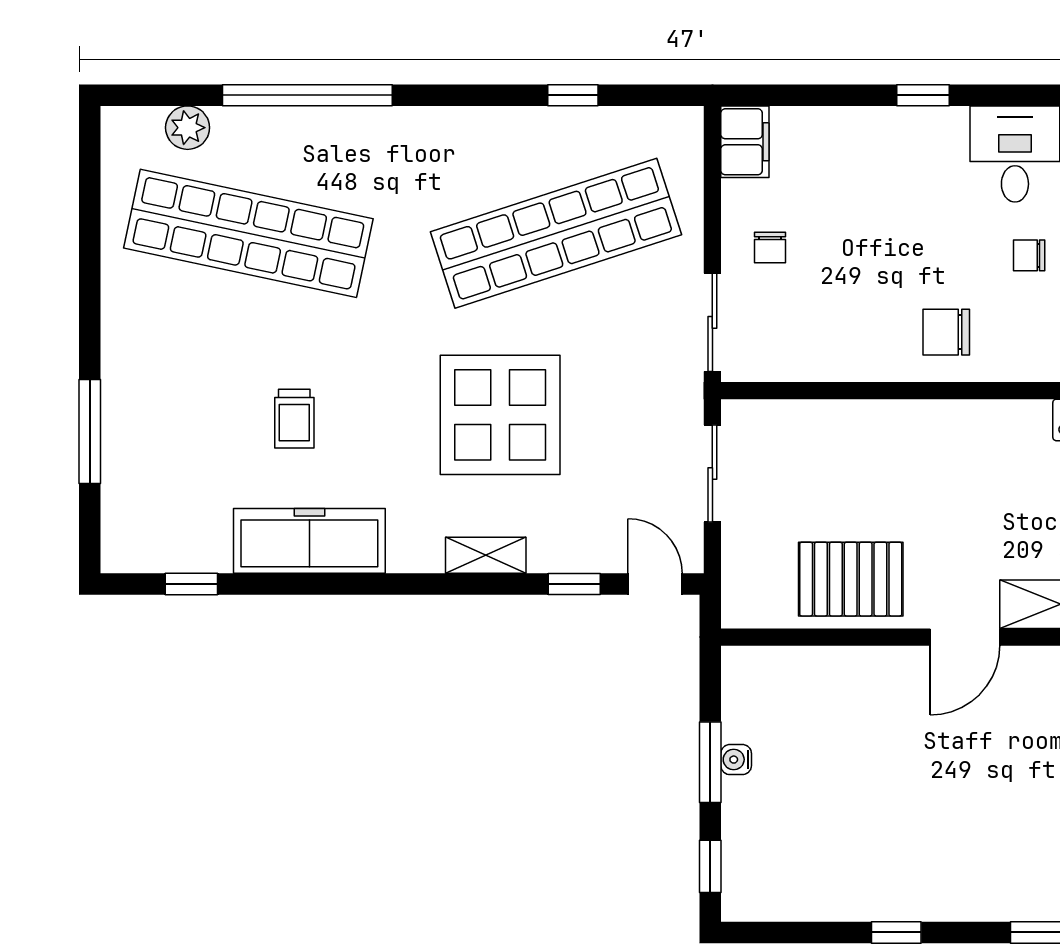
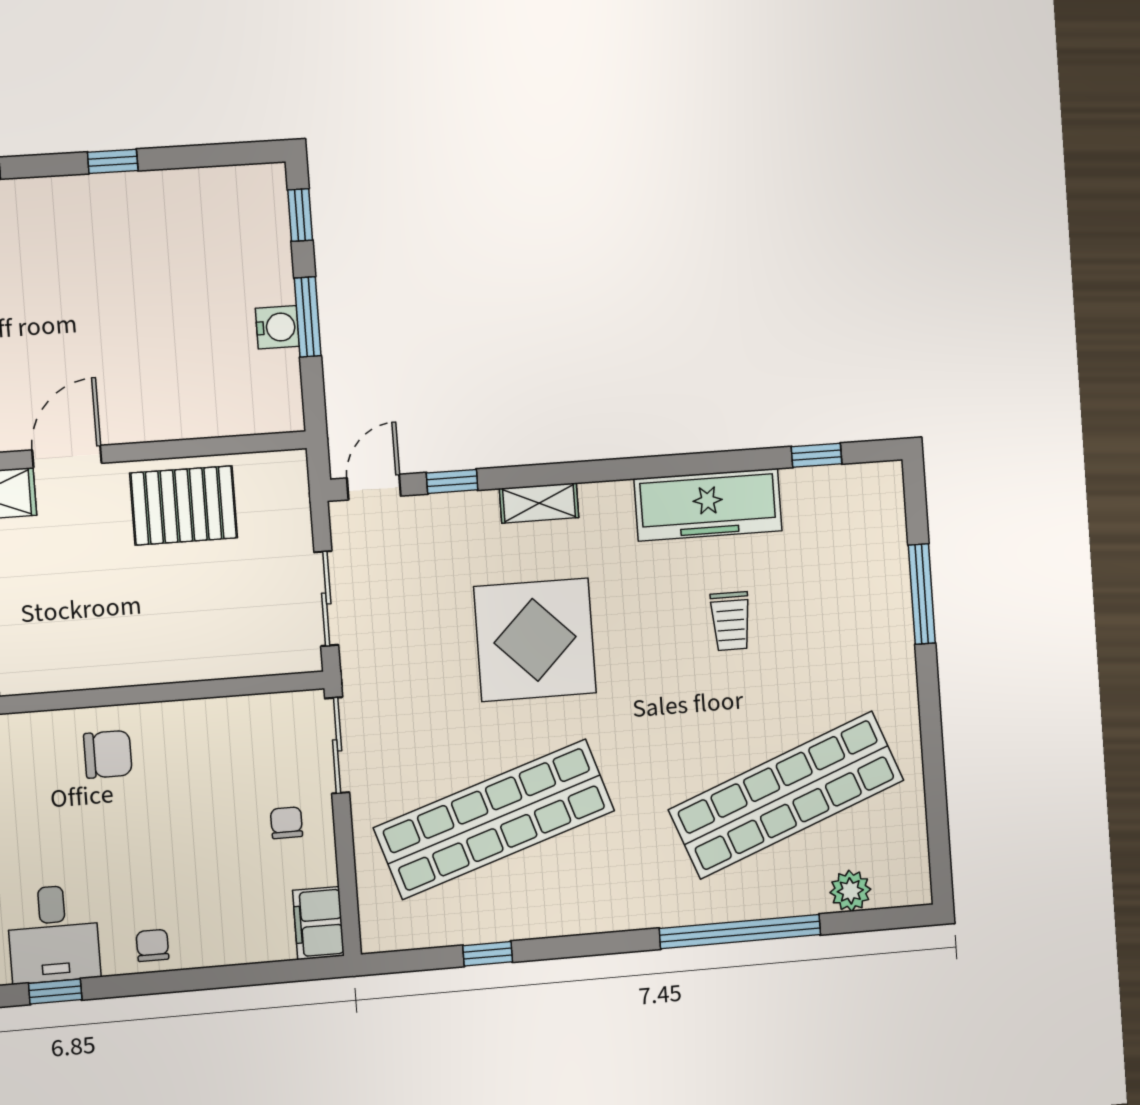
window: (923, 95) -> (55, 992), moved
shop shelf: (248, 233) -> (786, 795), turned -33
chair: (1029, 255) -> (153, 945), moved, turned -90
trolley: (294, 419) -> (731, 621), turned 180
door: (655, 584) -> (374, 487), swing flipped
water cooler: (736, 760) -> (277, 327), width x1.38, depth x1.38

